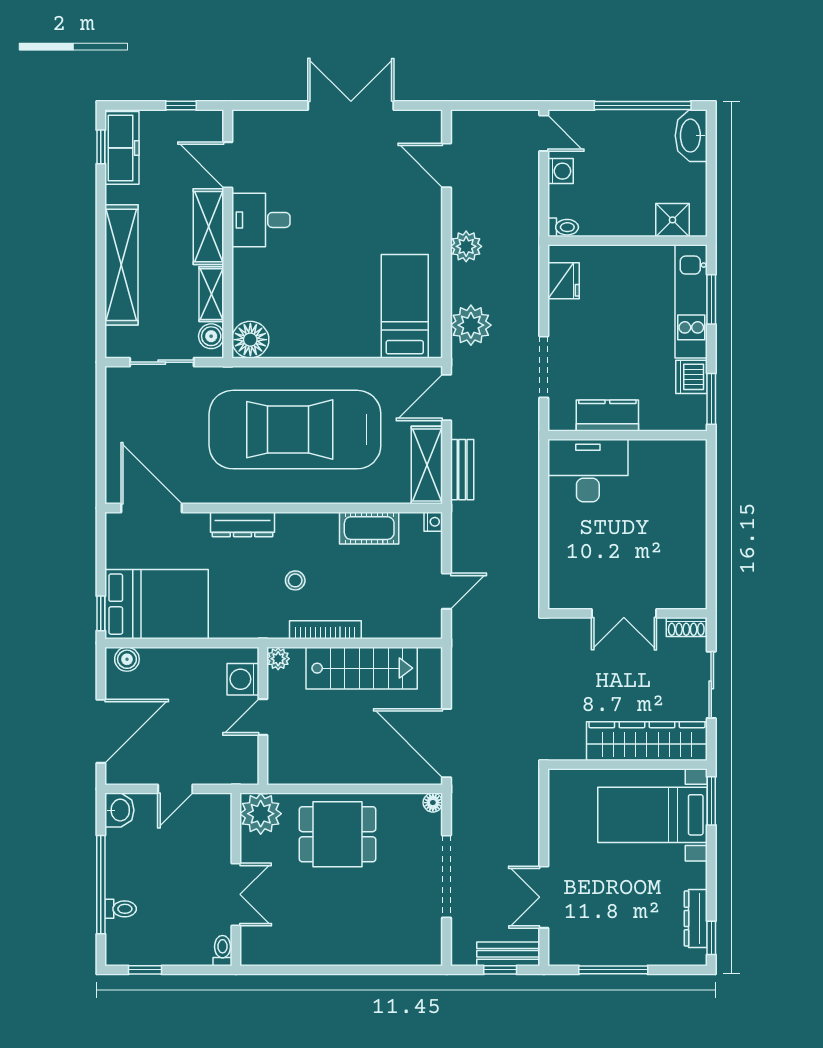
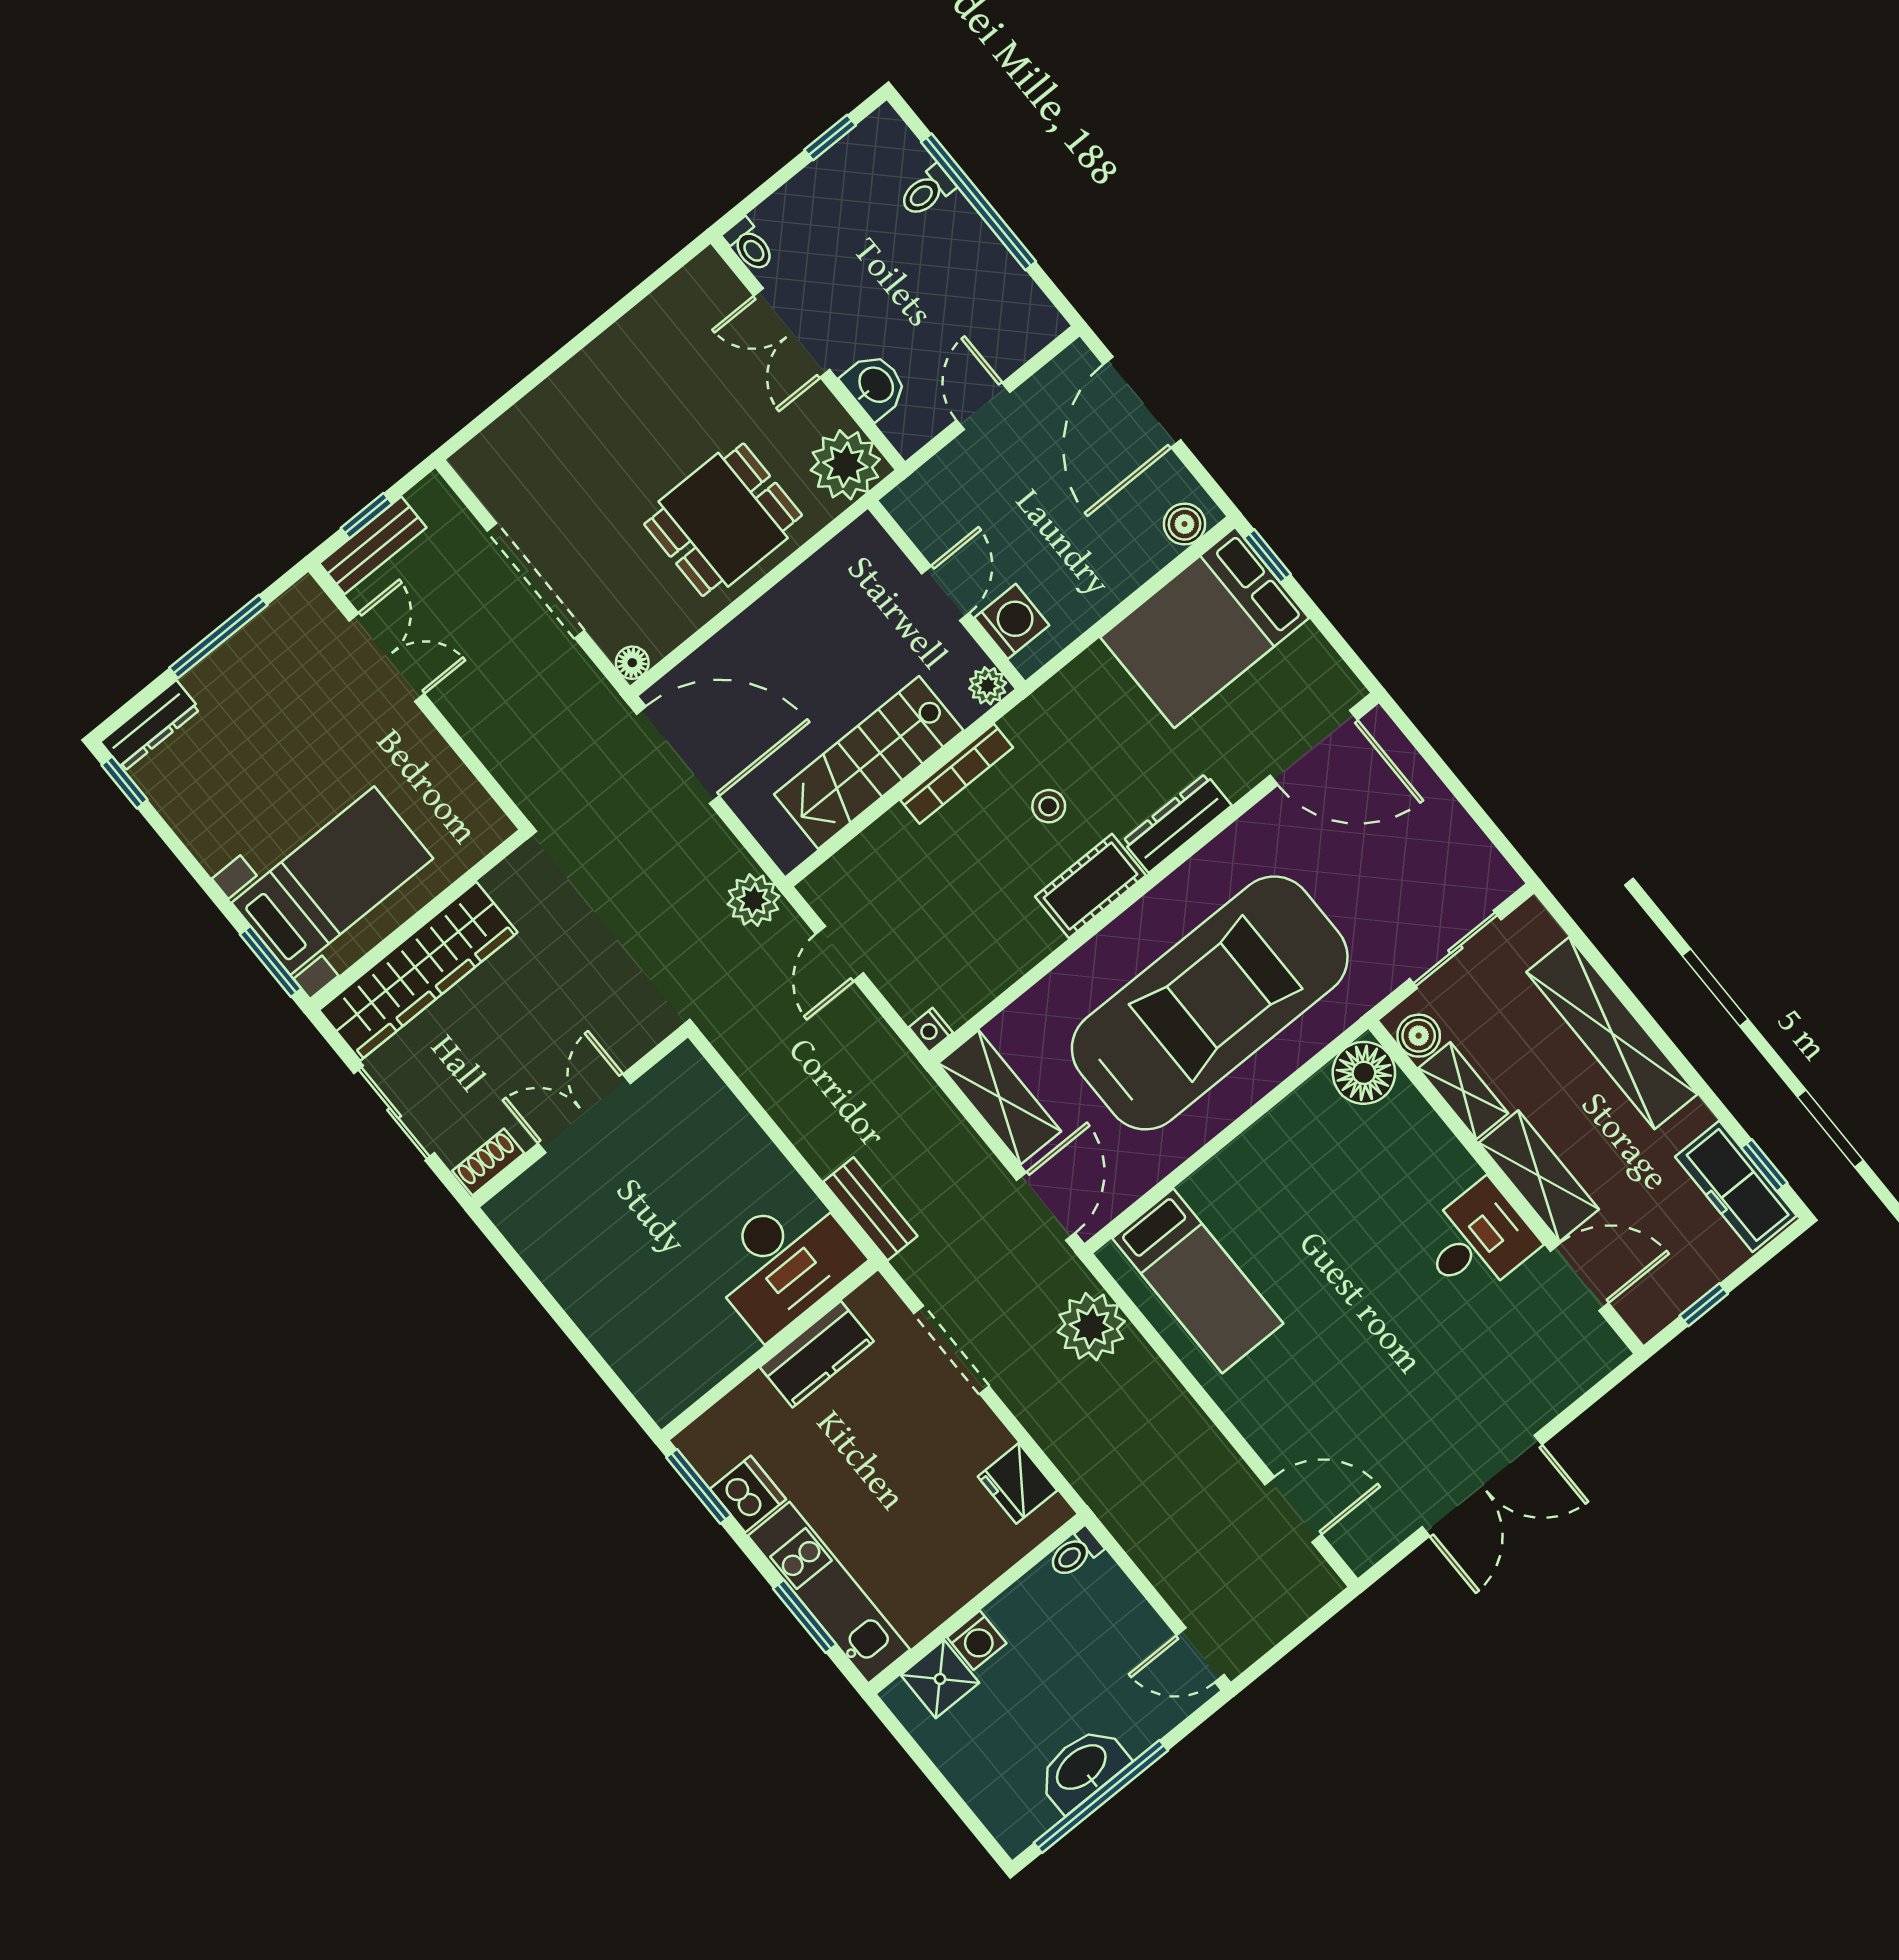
washbasin: (691, 136) -> (1082, 1768), moved, turned -90
washing machine: (560, 171) -> (977, 1640), moved, turned -90
plant: (466, 246) -> (754, 900), moved
bench: (462, 470) -> (870, 1209), moved
cot: (369, 528) -> (1091, 886), moved
washbasin: (119, 810) -> (875, 386), moved, turned 180
dresser: (696, 919) -> (150, 726), moved, turned 90

